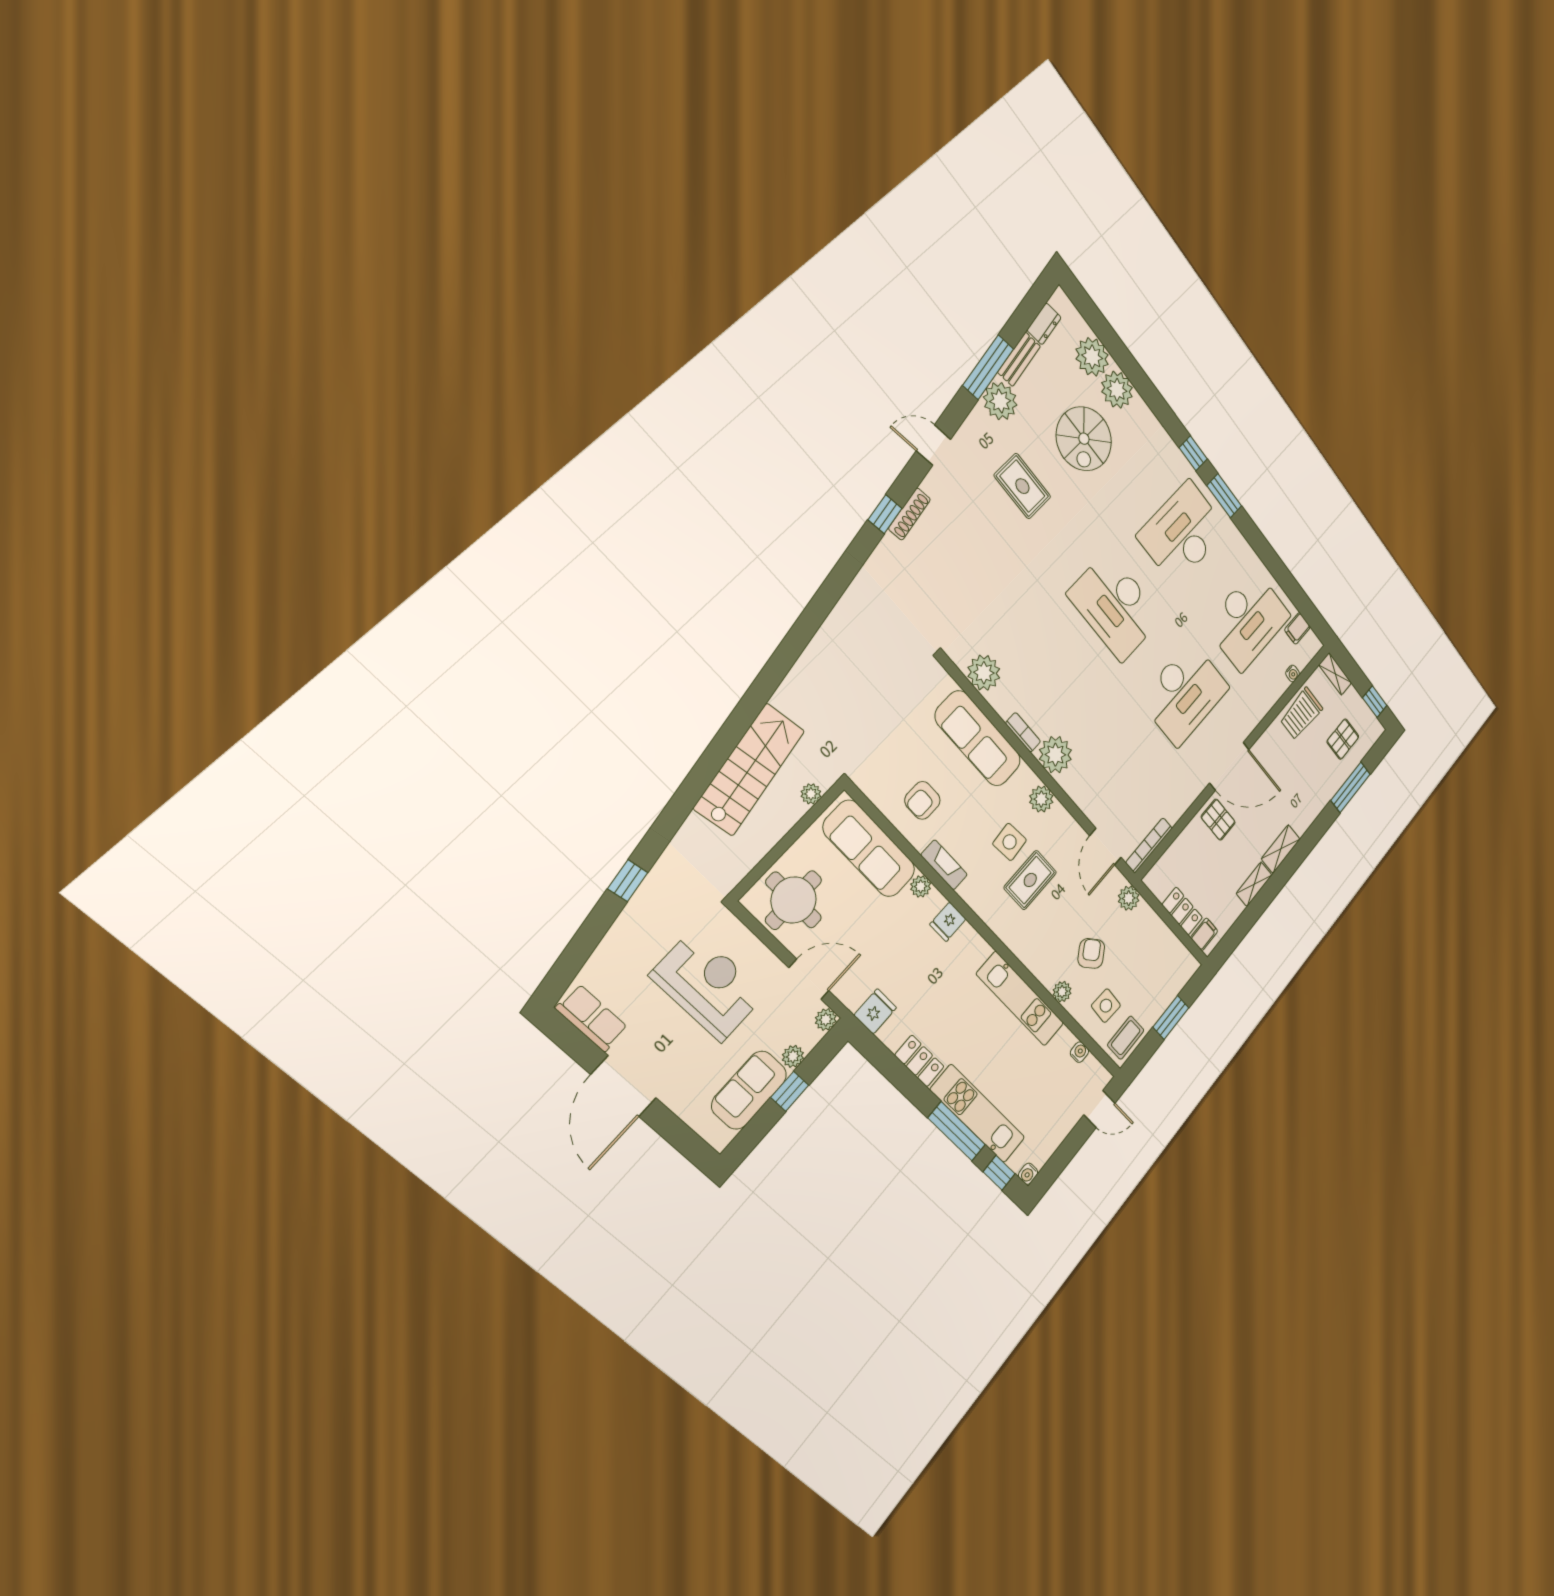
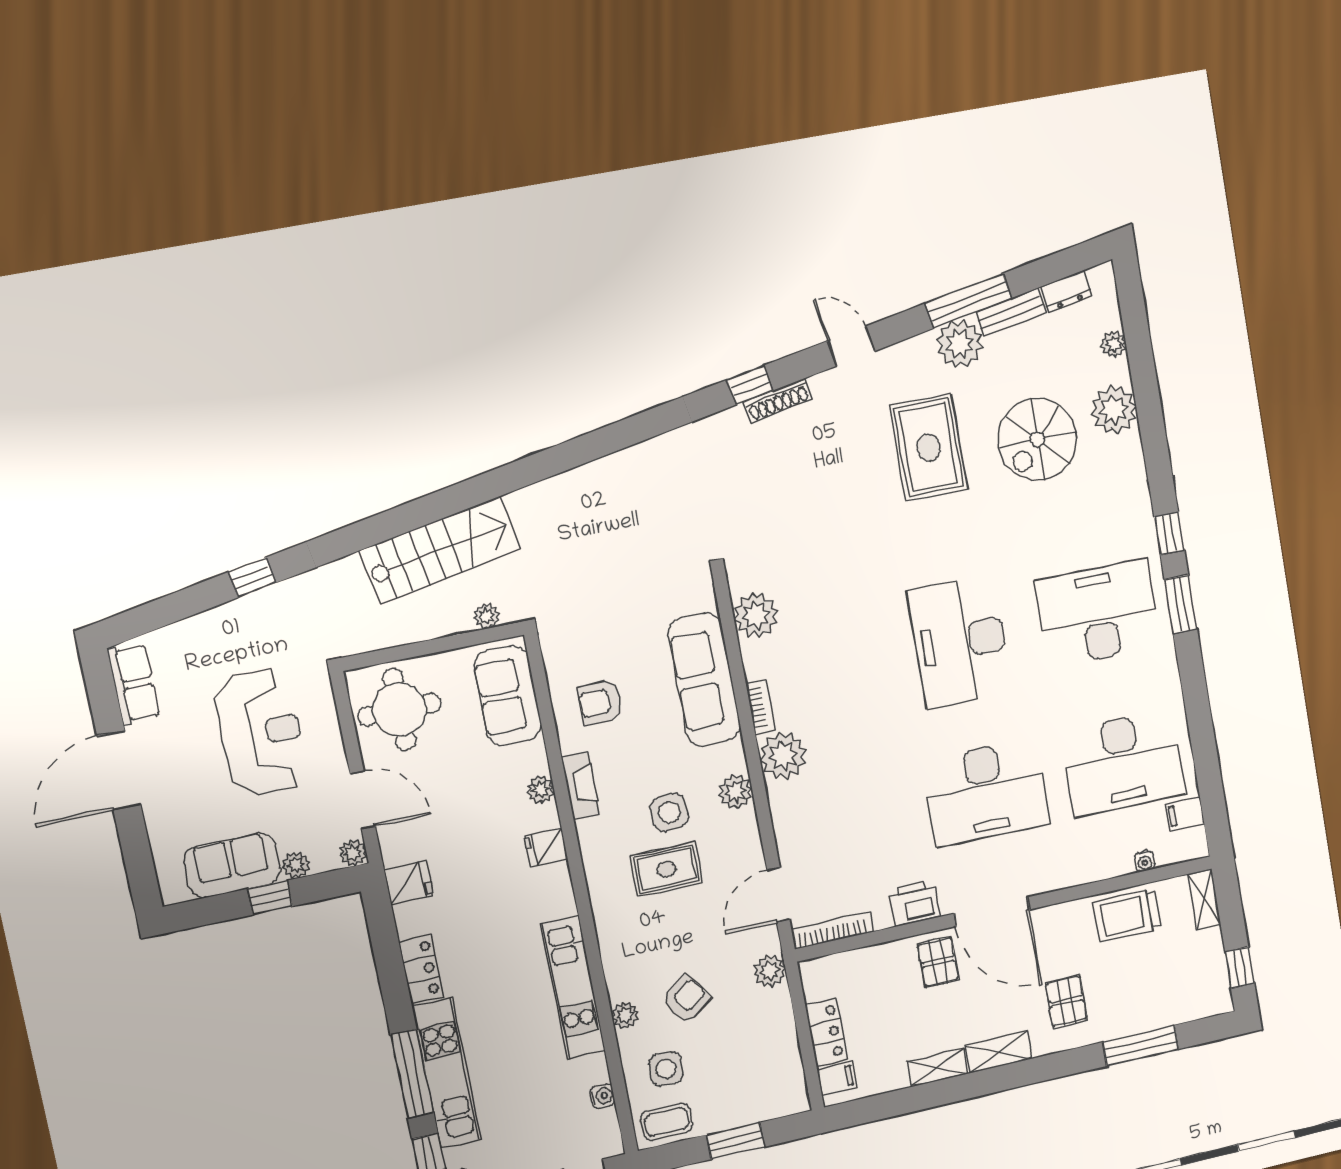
plant: (1092, 357) -> (1114, 344), width x0.53, depth x0.53
rug: (1022, 486) -> (929, 447), width x1.36, depth x1.43
pallet: (1343, 739) -> (1066, 1001), moved, turned 90
printer: (1185, 793) -> (914, 903), added
sofa: (869, 849) -> (508, 696), width x0.73

